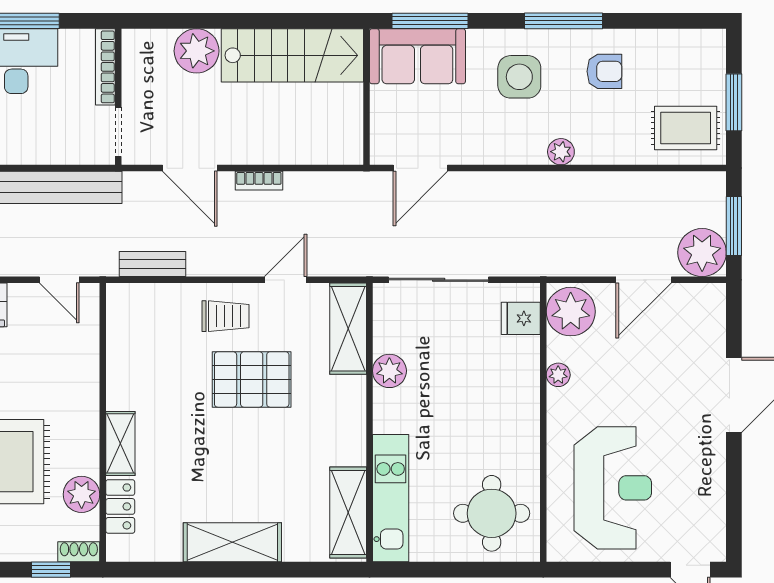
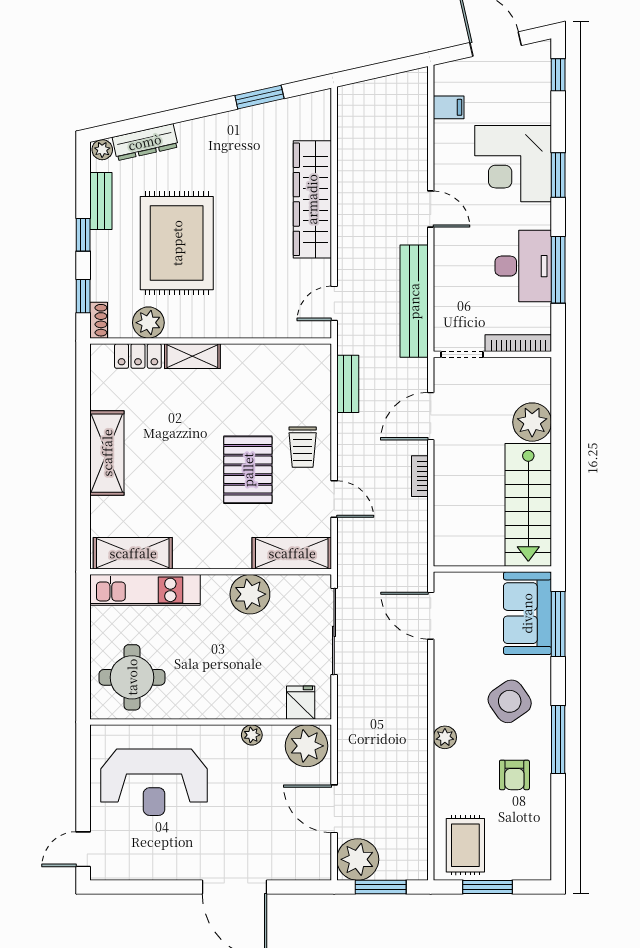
side table: (519, 77) -> (510, 701), turned -35
plant: (389, 371) -> (250, 594), width x1.36, depth x1.36

